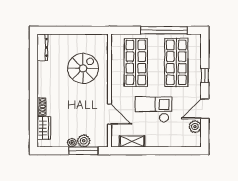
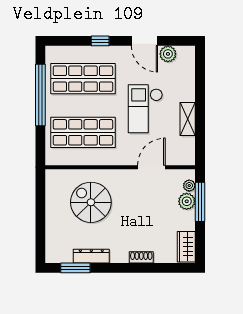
dresser: (42, 47) -> (91, 256), moved
window: (33, 57) -> (75, 268), added
wardrobe: (44, 128) -> (186, 247), moved, turned -90
shelving: (132, 141) -> (188, 119), moved
plant: (72, 143) -> (189, 186), moved

